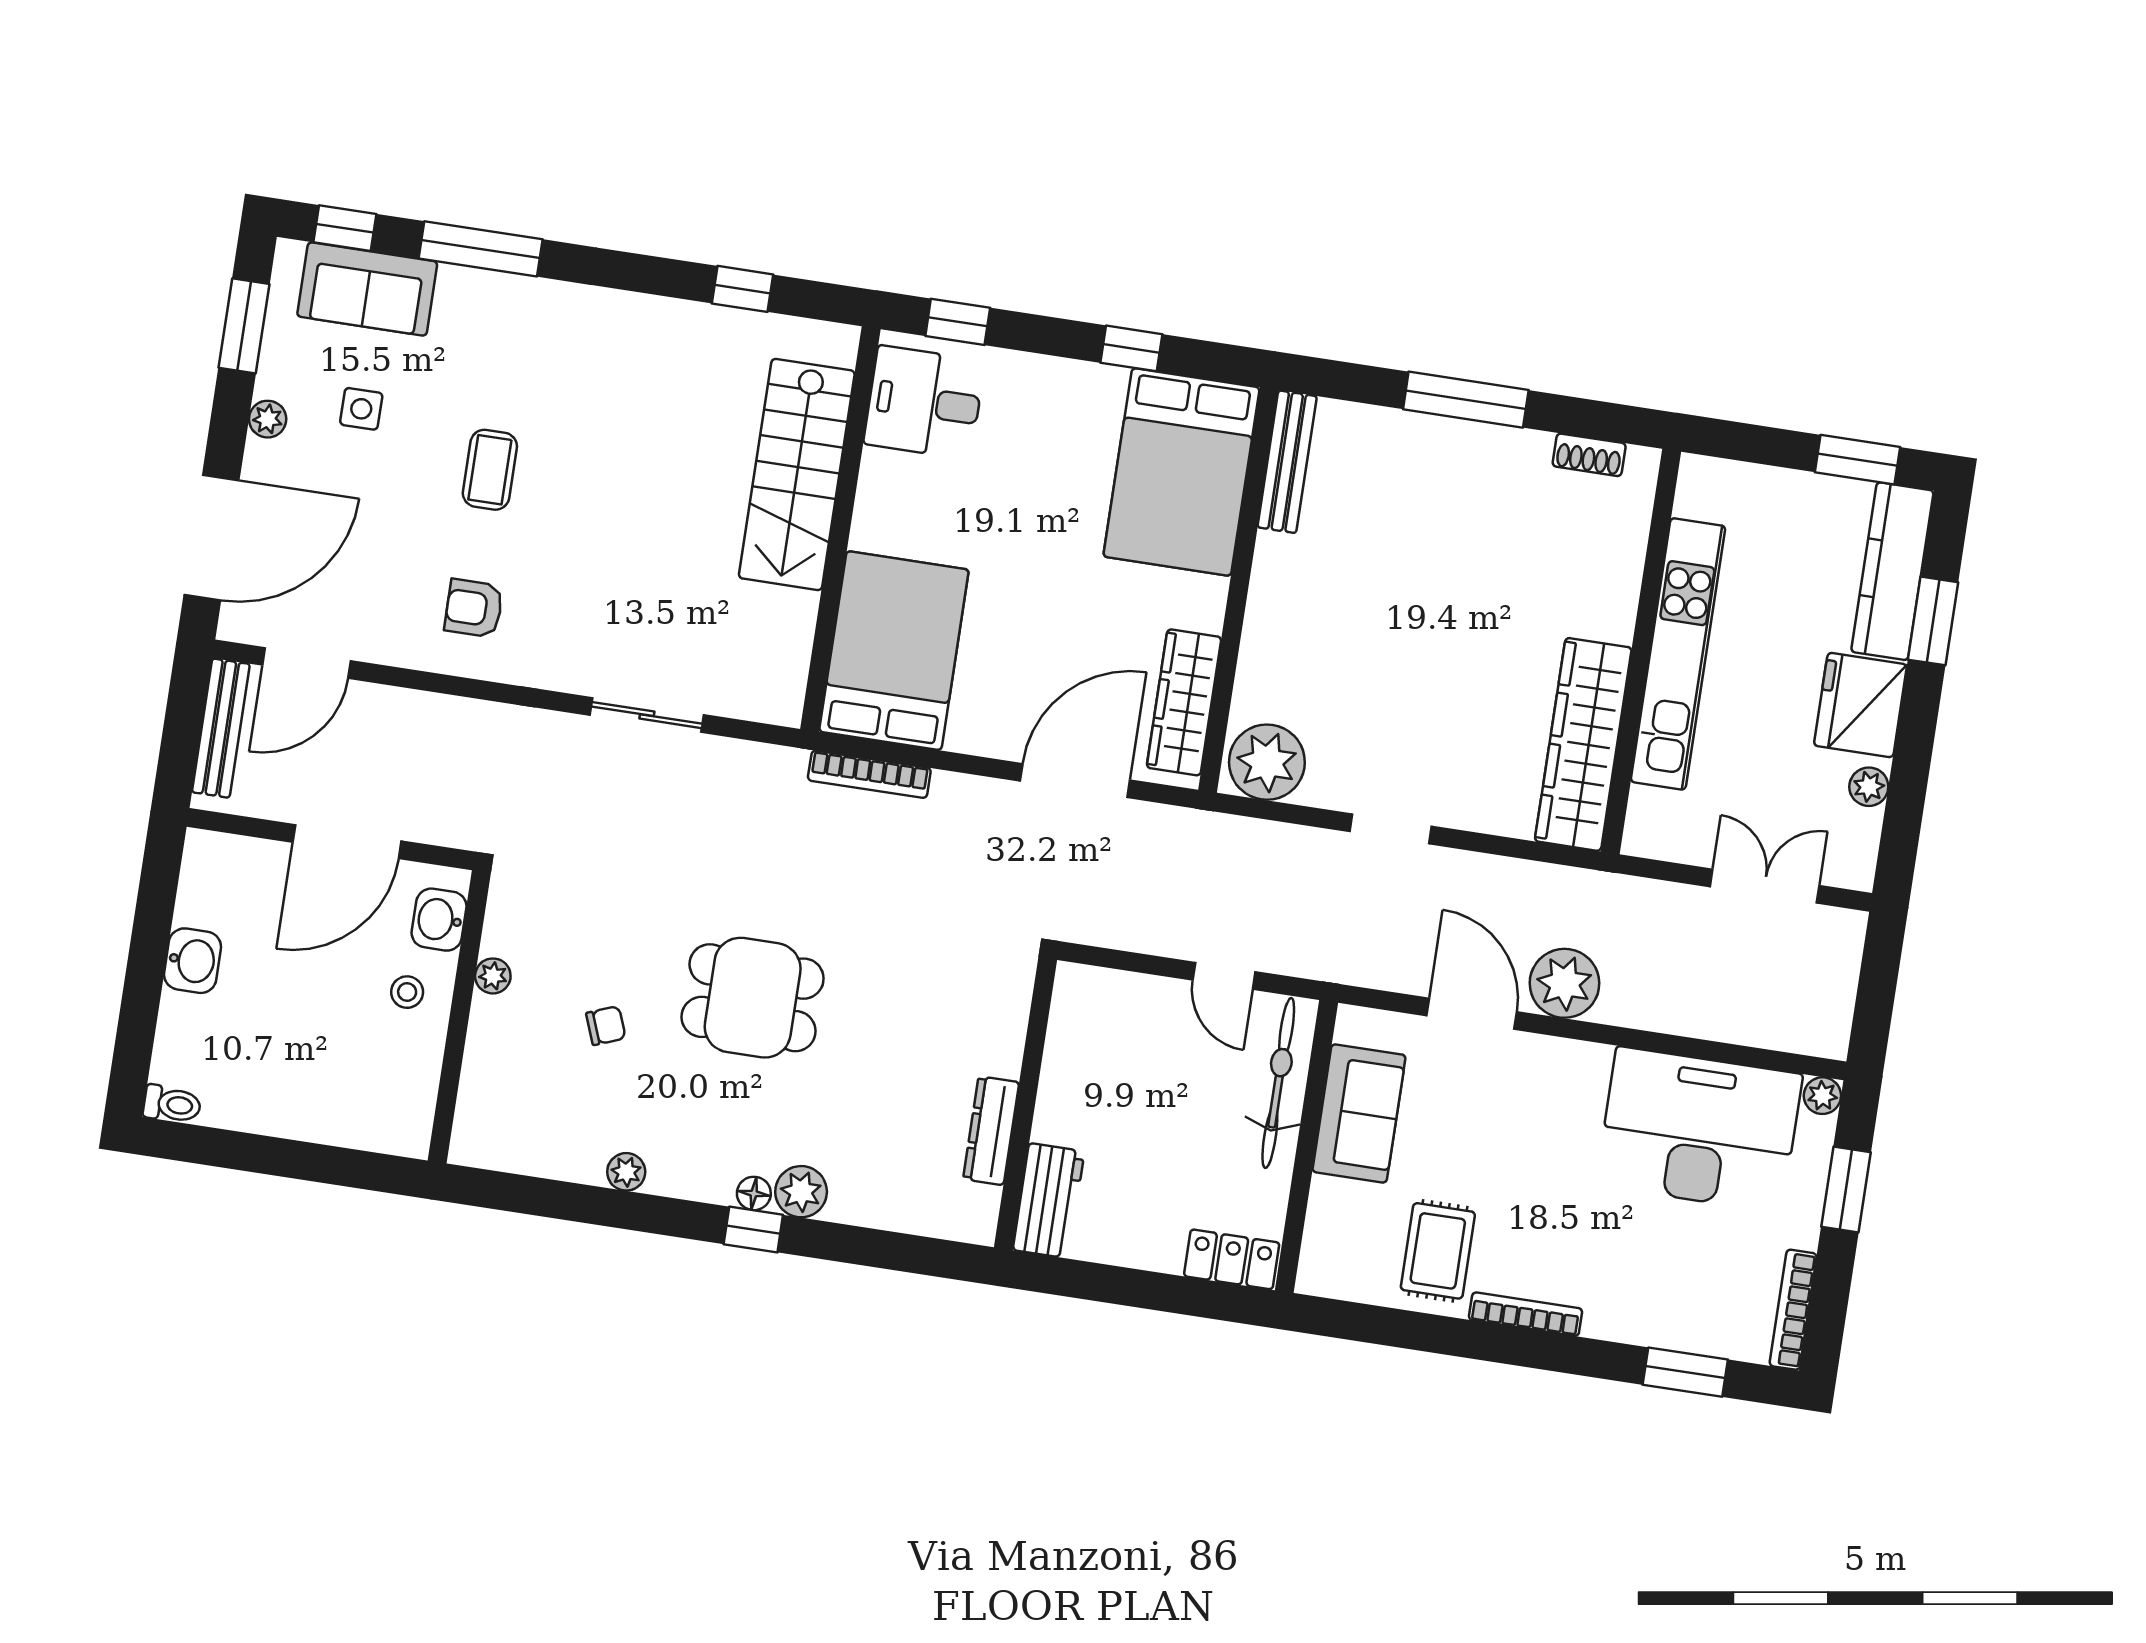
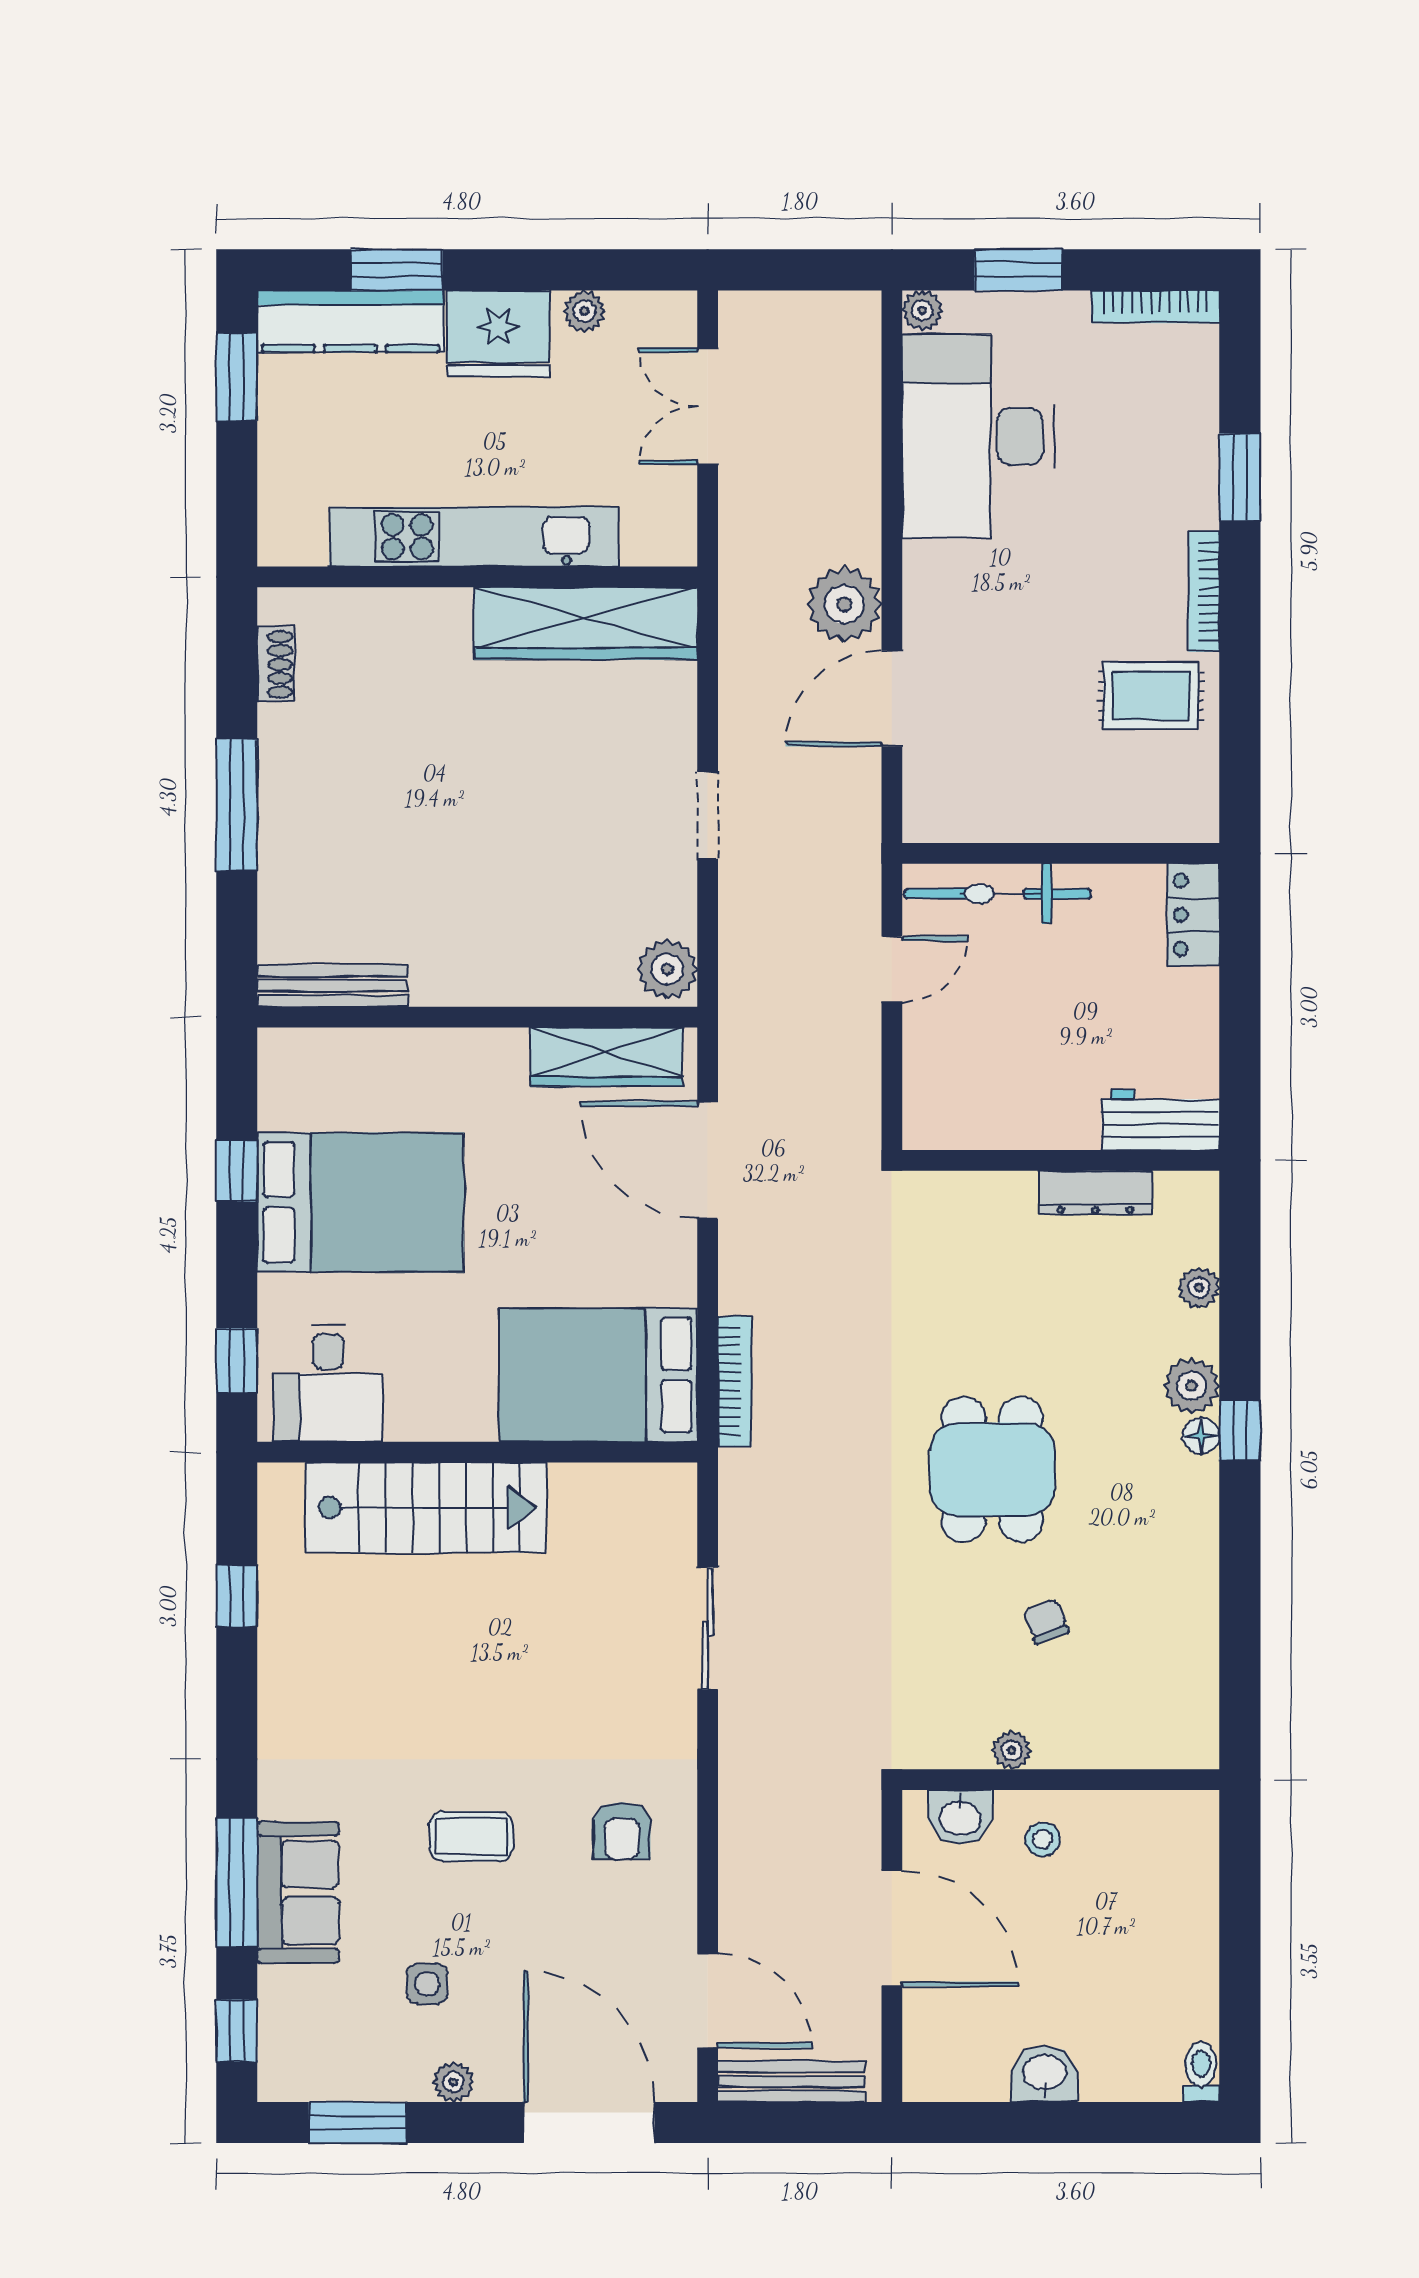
sofa: (367, 289) -> (298, 1892), moved
bed: (1181, 472) -> (361, 1202), moved
plant: (1267, 762) -> (667, 969), width x0.73, depth x0.73
sofa: (1359, 1113) -> (1017, 802), removed
plant: (626, 1172) -> (1199, 1288), moved
window: (1685, 1372) -> (1240, 477), moved

